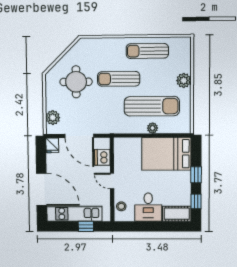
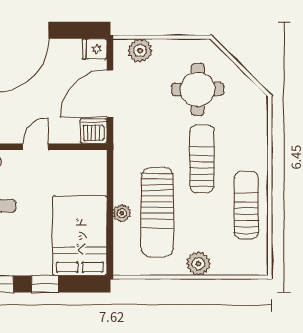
dishwasher: (102, 157) -> (94, 131), moved

